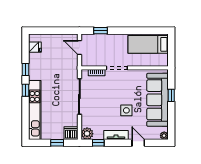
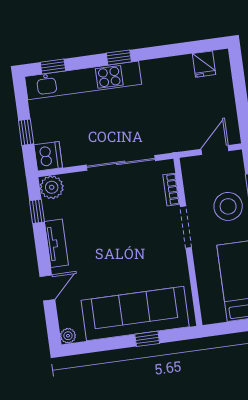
stool: (109, 45) -> (228, 206), added
window: (25, 69) -> (53, 66), moved
side table: (126, 110) -> (107, 257), removed

